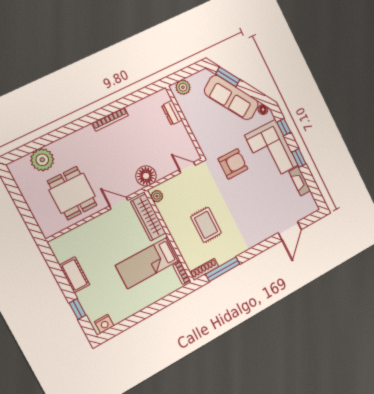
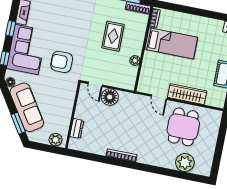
floor lamp: (146, 176) -> (110, 97), moved
plant: (157, 196) -> (135, 60), moved
wardrobe: (148, 217) -> (187, 94), moved, turned -90

